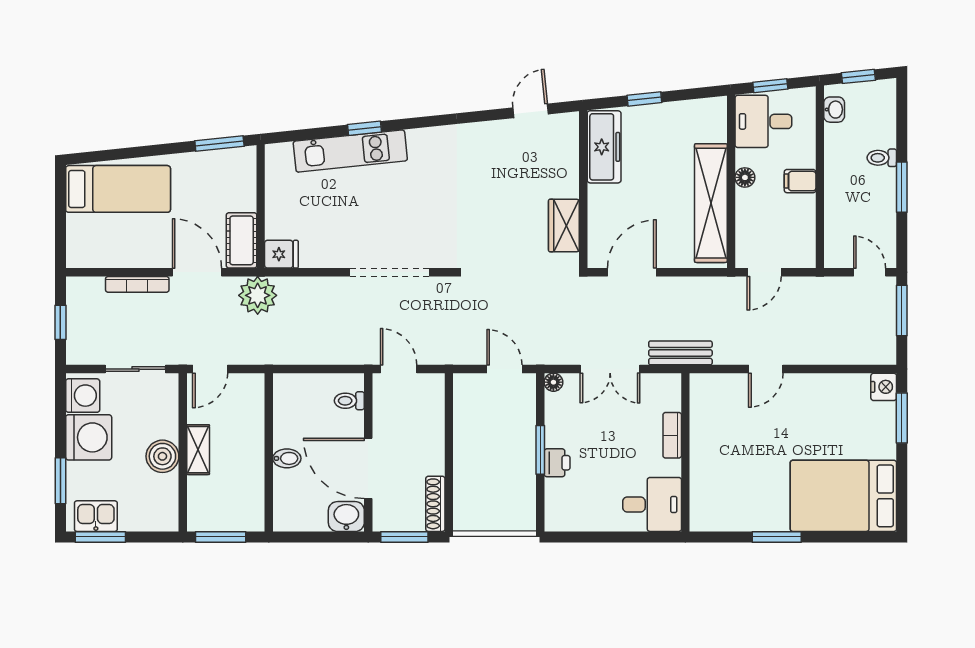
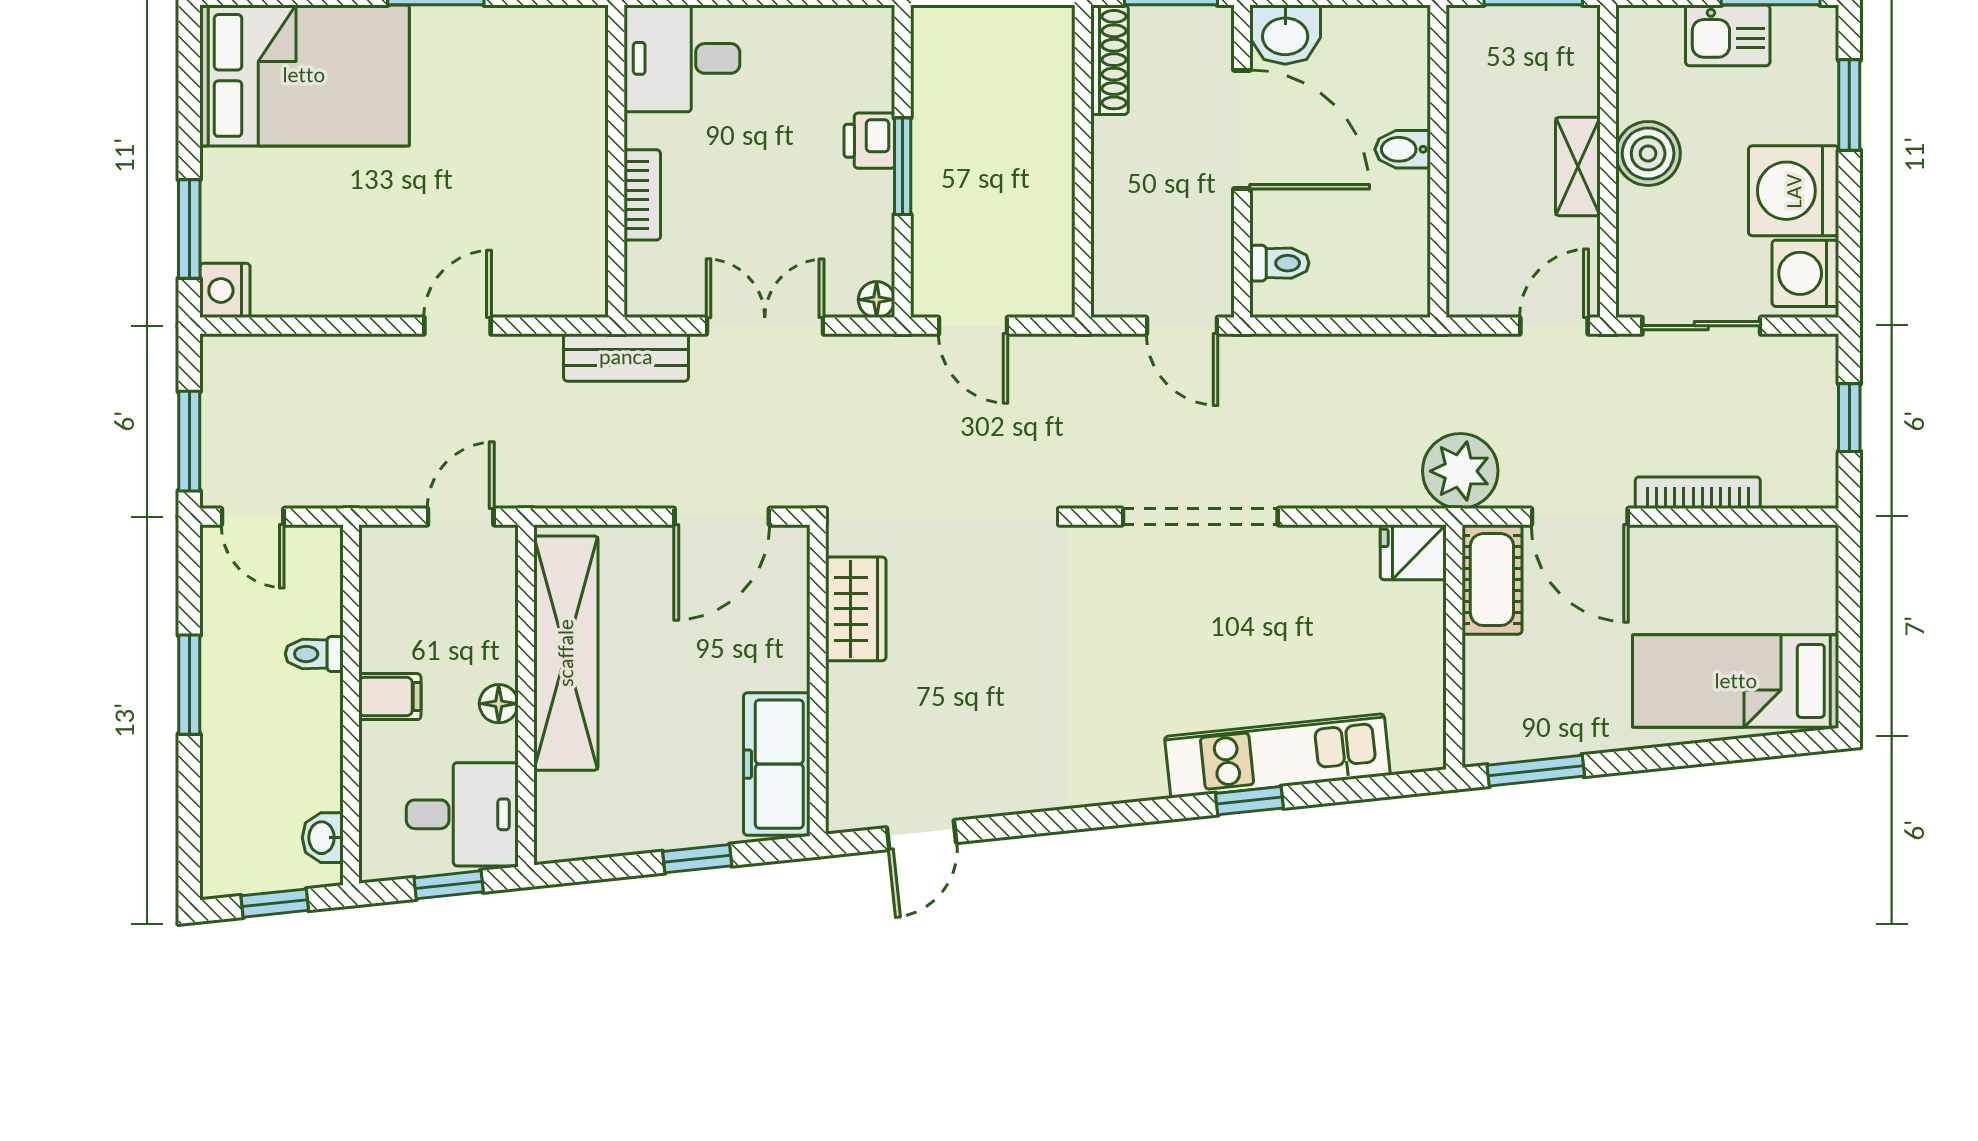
toilet: (882, 158) -> (314, 654), moved, turned 180
kitchen sink: (96, 516) -> (1728, 35), moved

